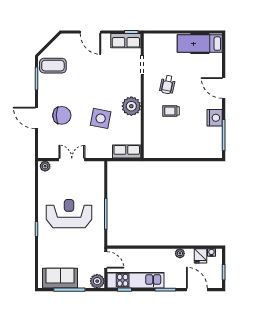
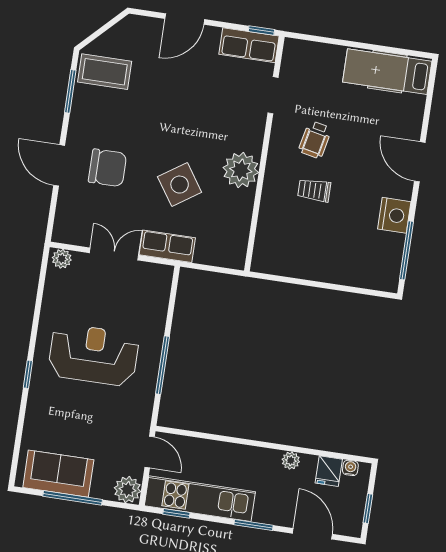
door: (90, 32) -> (185, 19), hinge flipped
side table: (101, 118) -> (180, 185), turned 45
row of seats: (127, 152) -> (167, 246), moved

